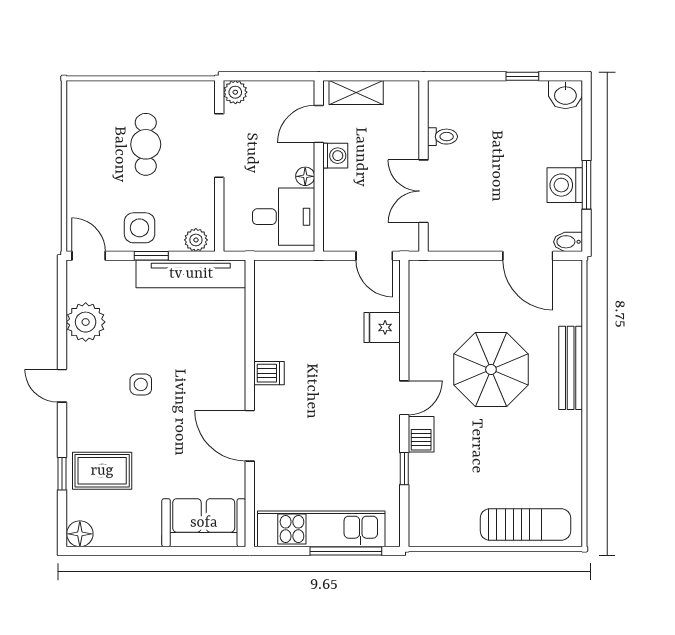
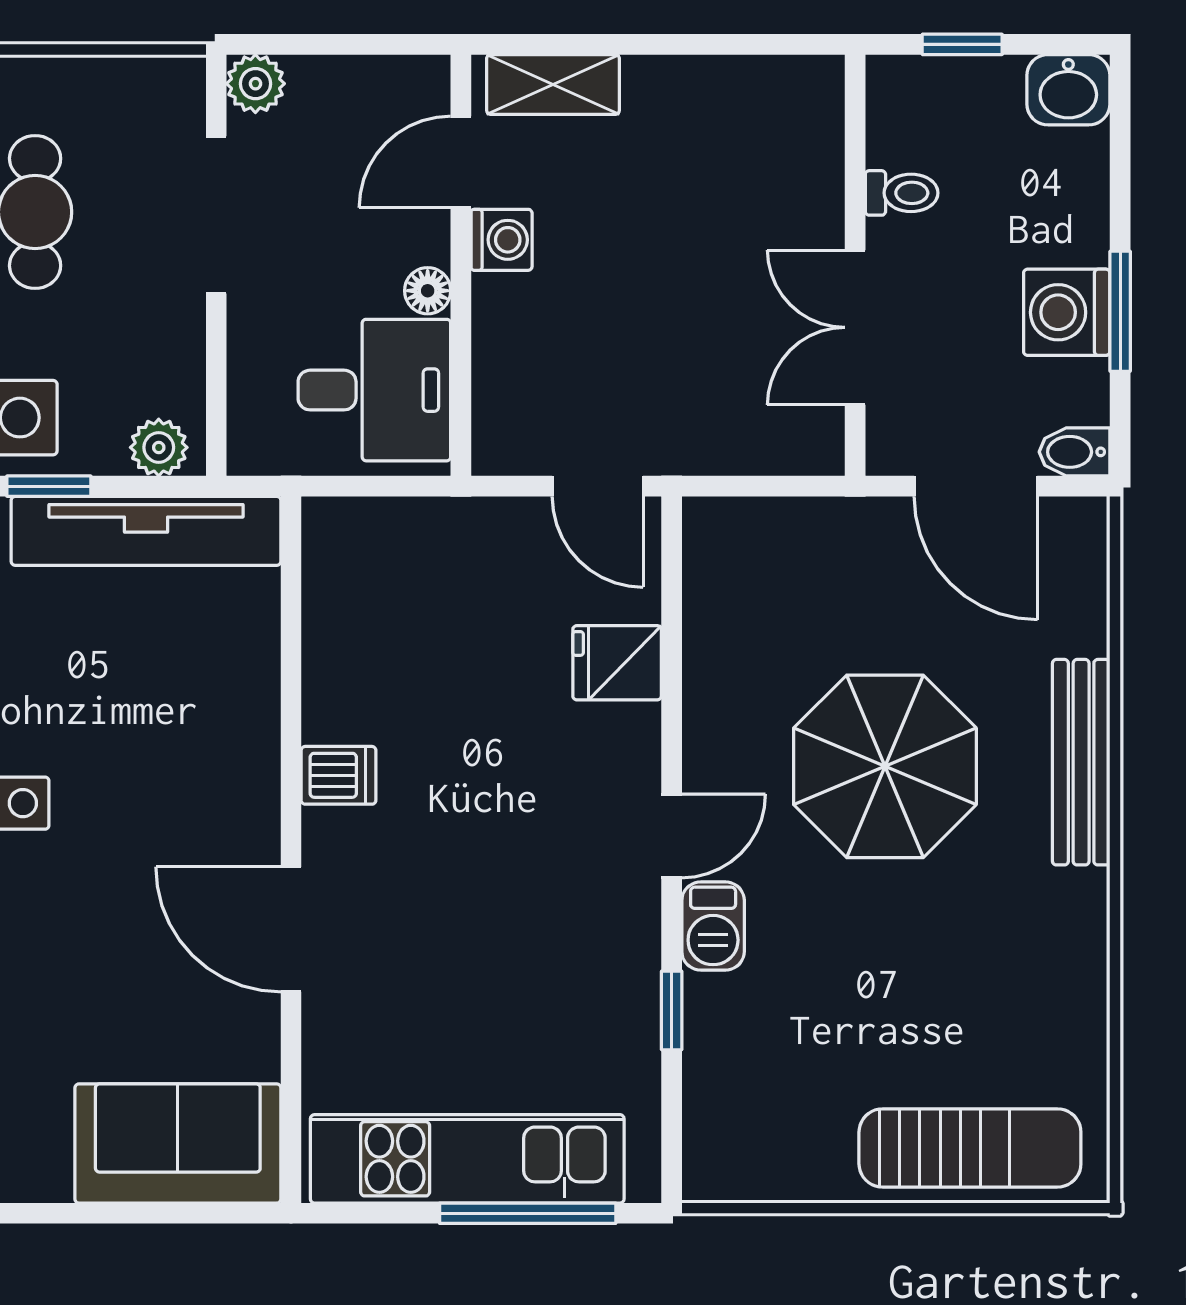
toilet: (442, 137) -> (902, 193), moved
wall: (424, 166) -> (855, 265), moved
double door: (424, 191) -> (855, 327), moved

